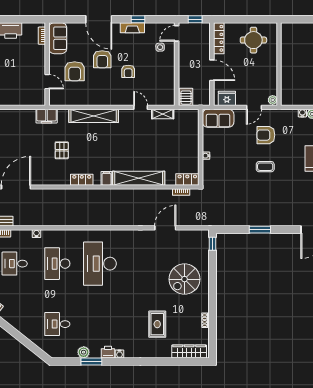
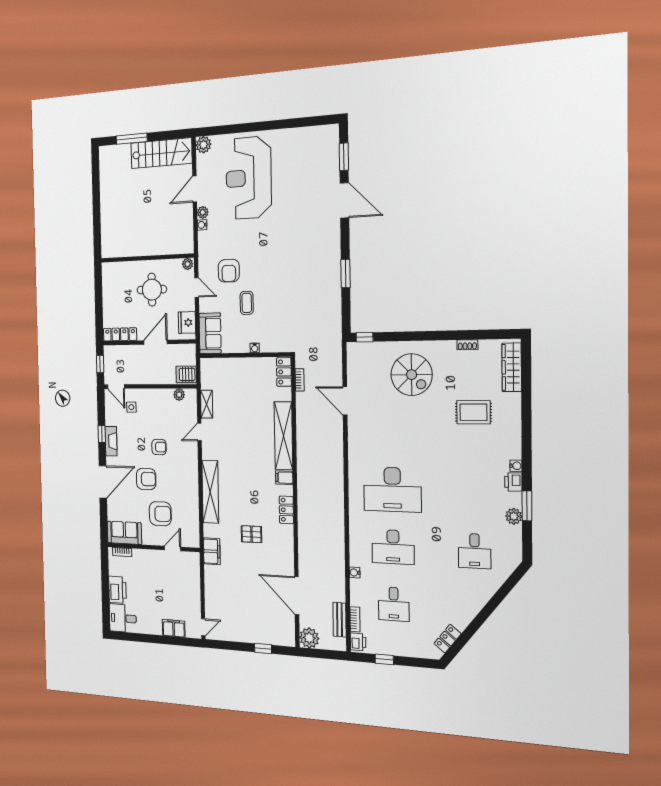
round table: (253, 40) -> (152, 290), moved
plant: (170, 90) -> (179, 395), added
coffee table: (265, 167) -> (247, 303), moved

